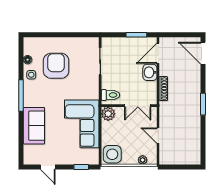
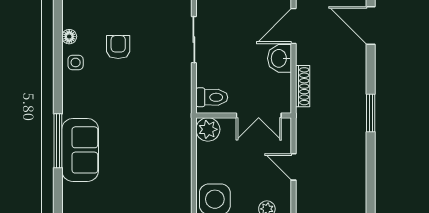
armchair: (56, 66) -> (118, 47), width x0.53, depth x0.53
window: (21, 96) -> (58, 141), moved
corner sofa: (82, 124) -> (162, 147), removed

